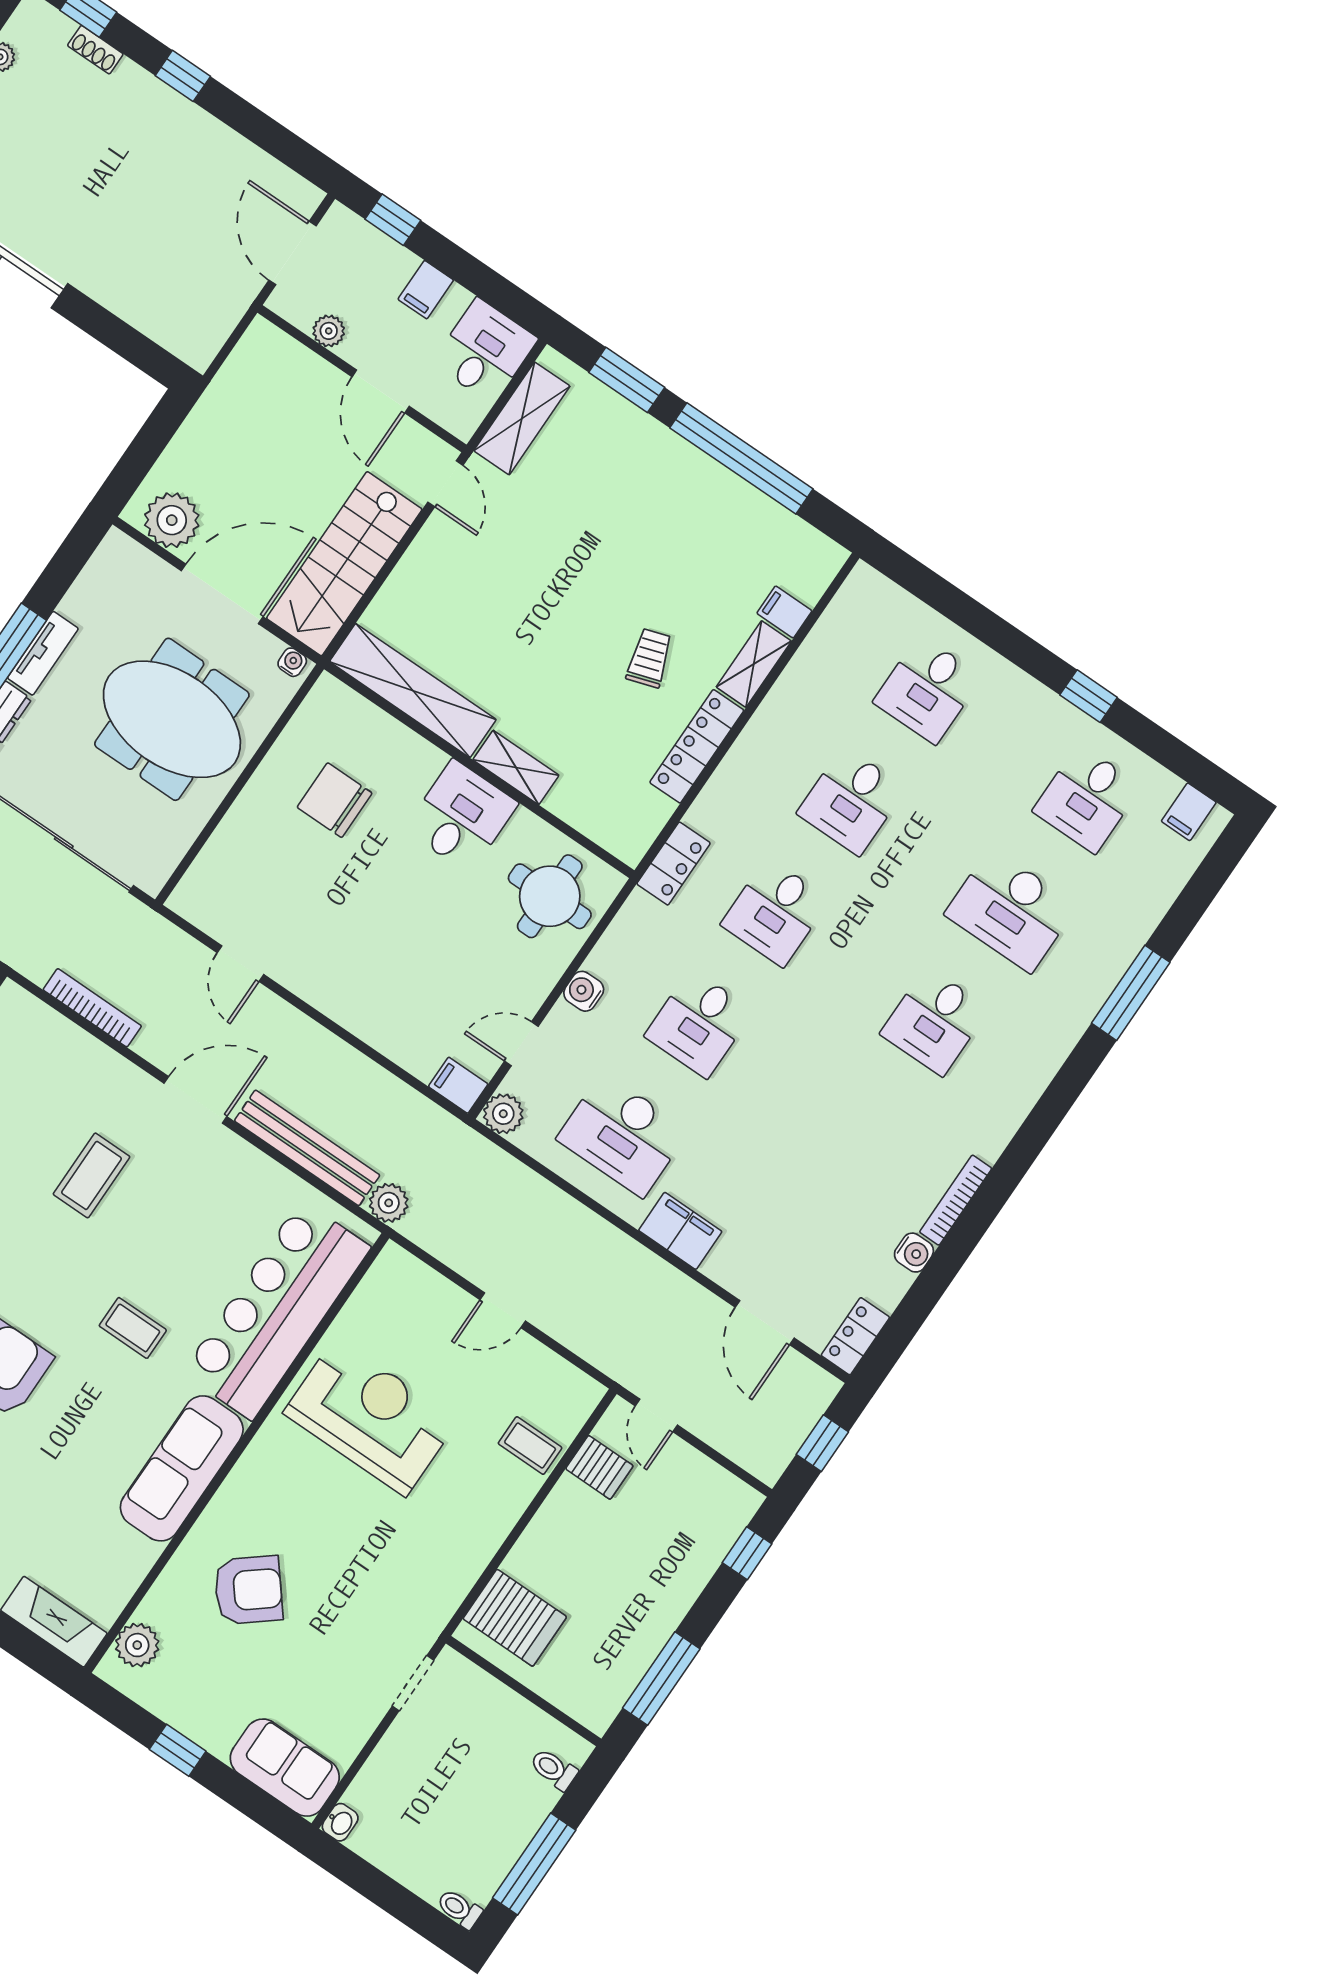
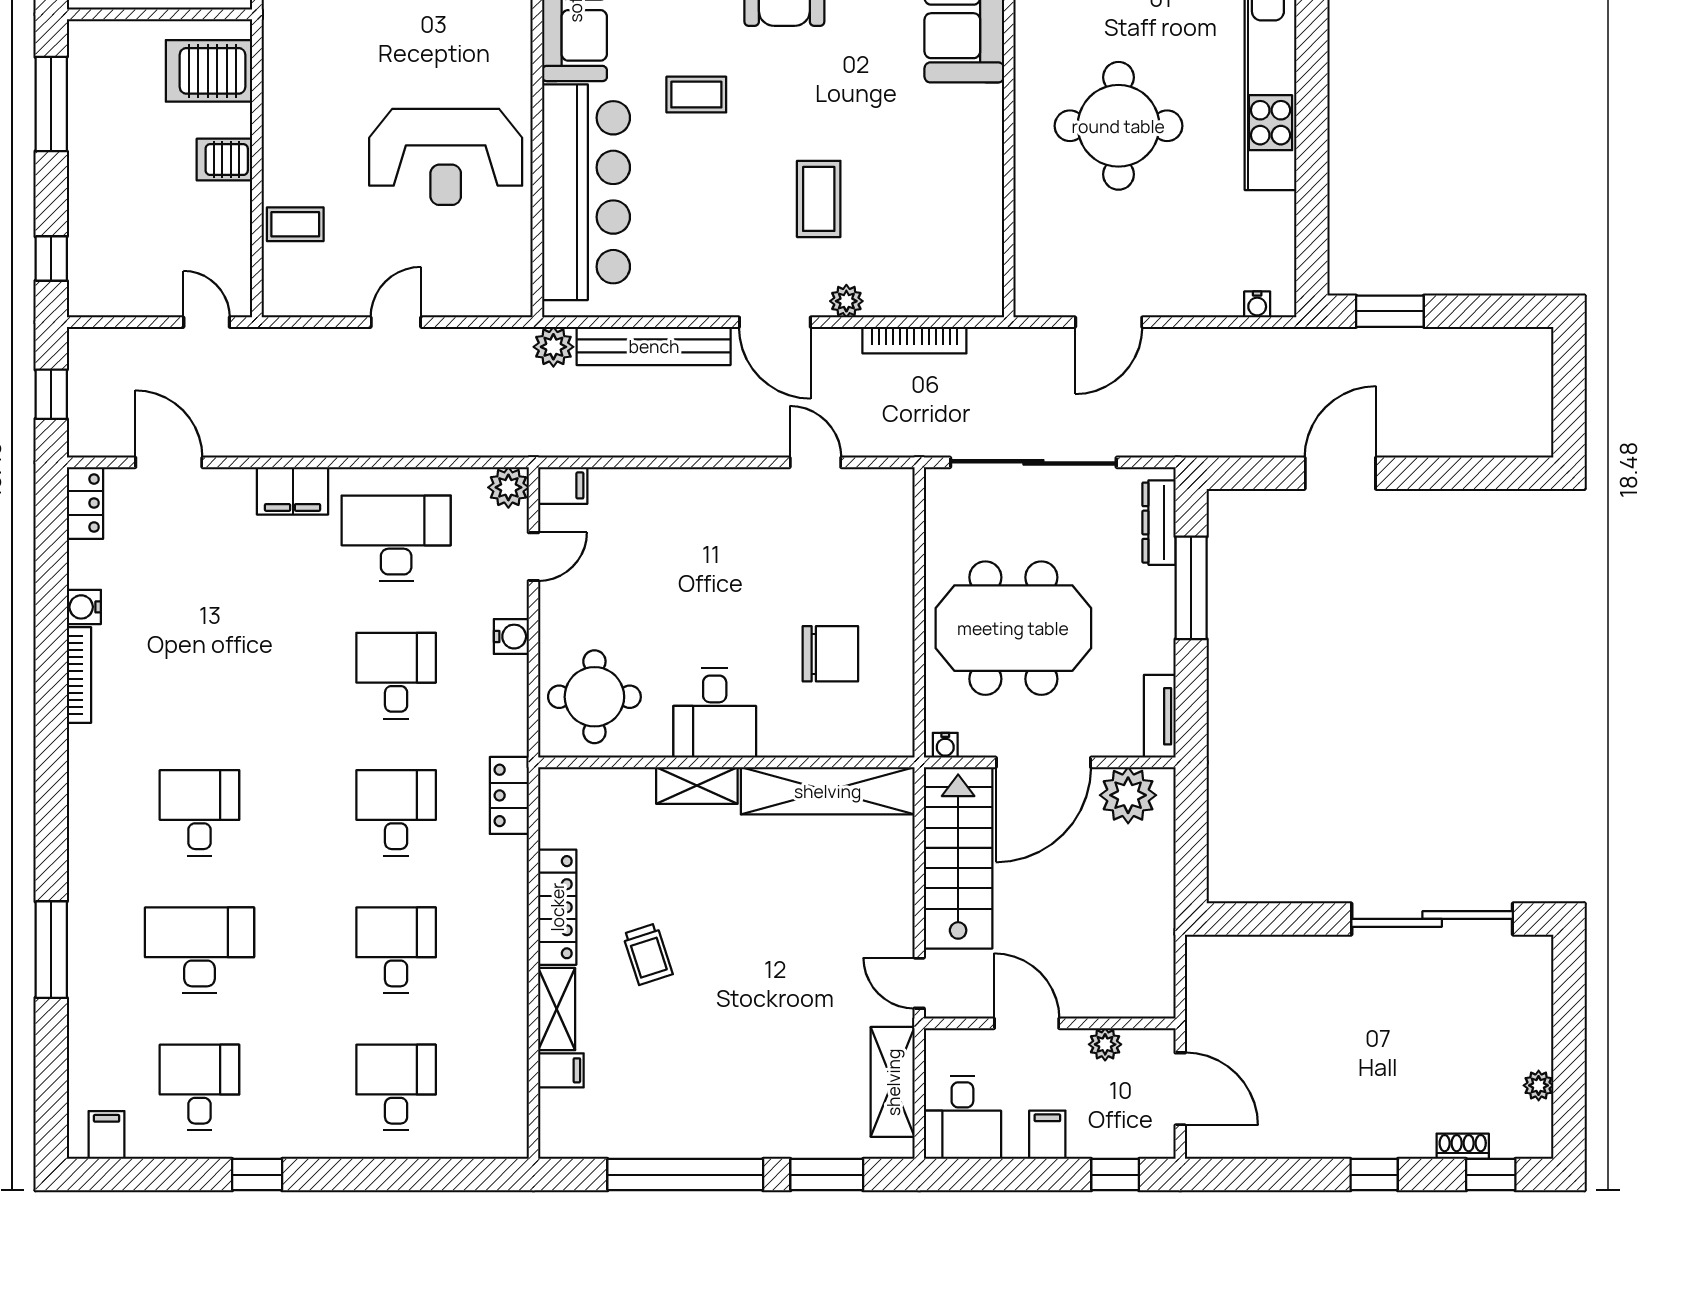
tv unit: (43, 653) -> (1160, 716), moved
plant: (126, 1077) -> (846, 301), added
door: (195, 1100) -> (775, 322), hinge flipped
server rack: (599, 1467) -> (224, 160), moved

